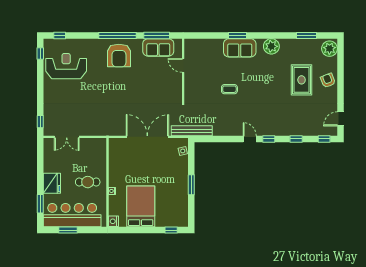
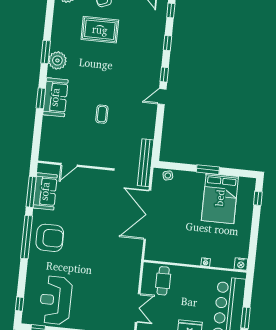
window: (306, 35) -> (46, 52), moved
cafe table: (88, 182) -> (163, 281), moved
bed: (141, 206) -> (220, 198), moved, turned -90

